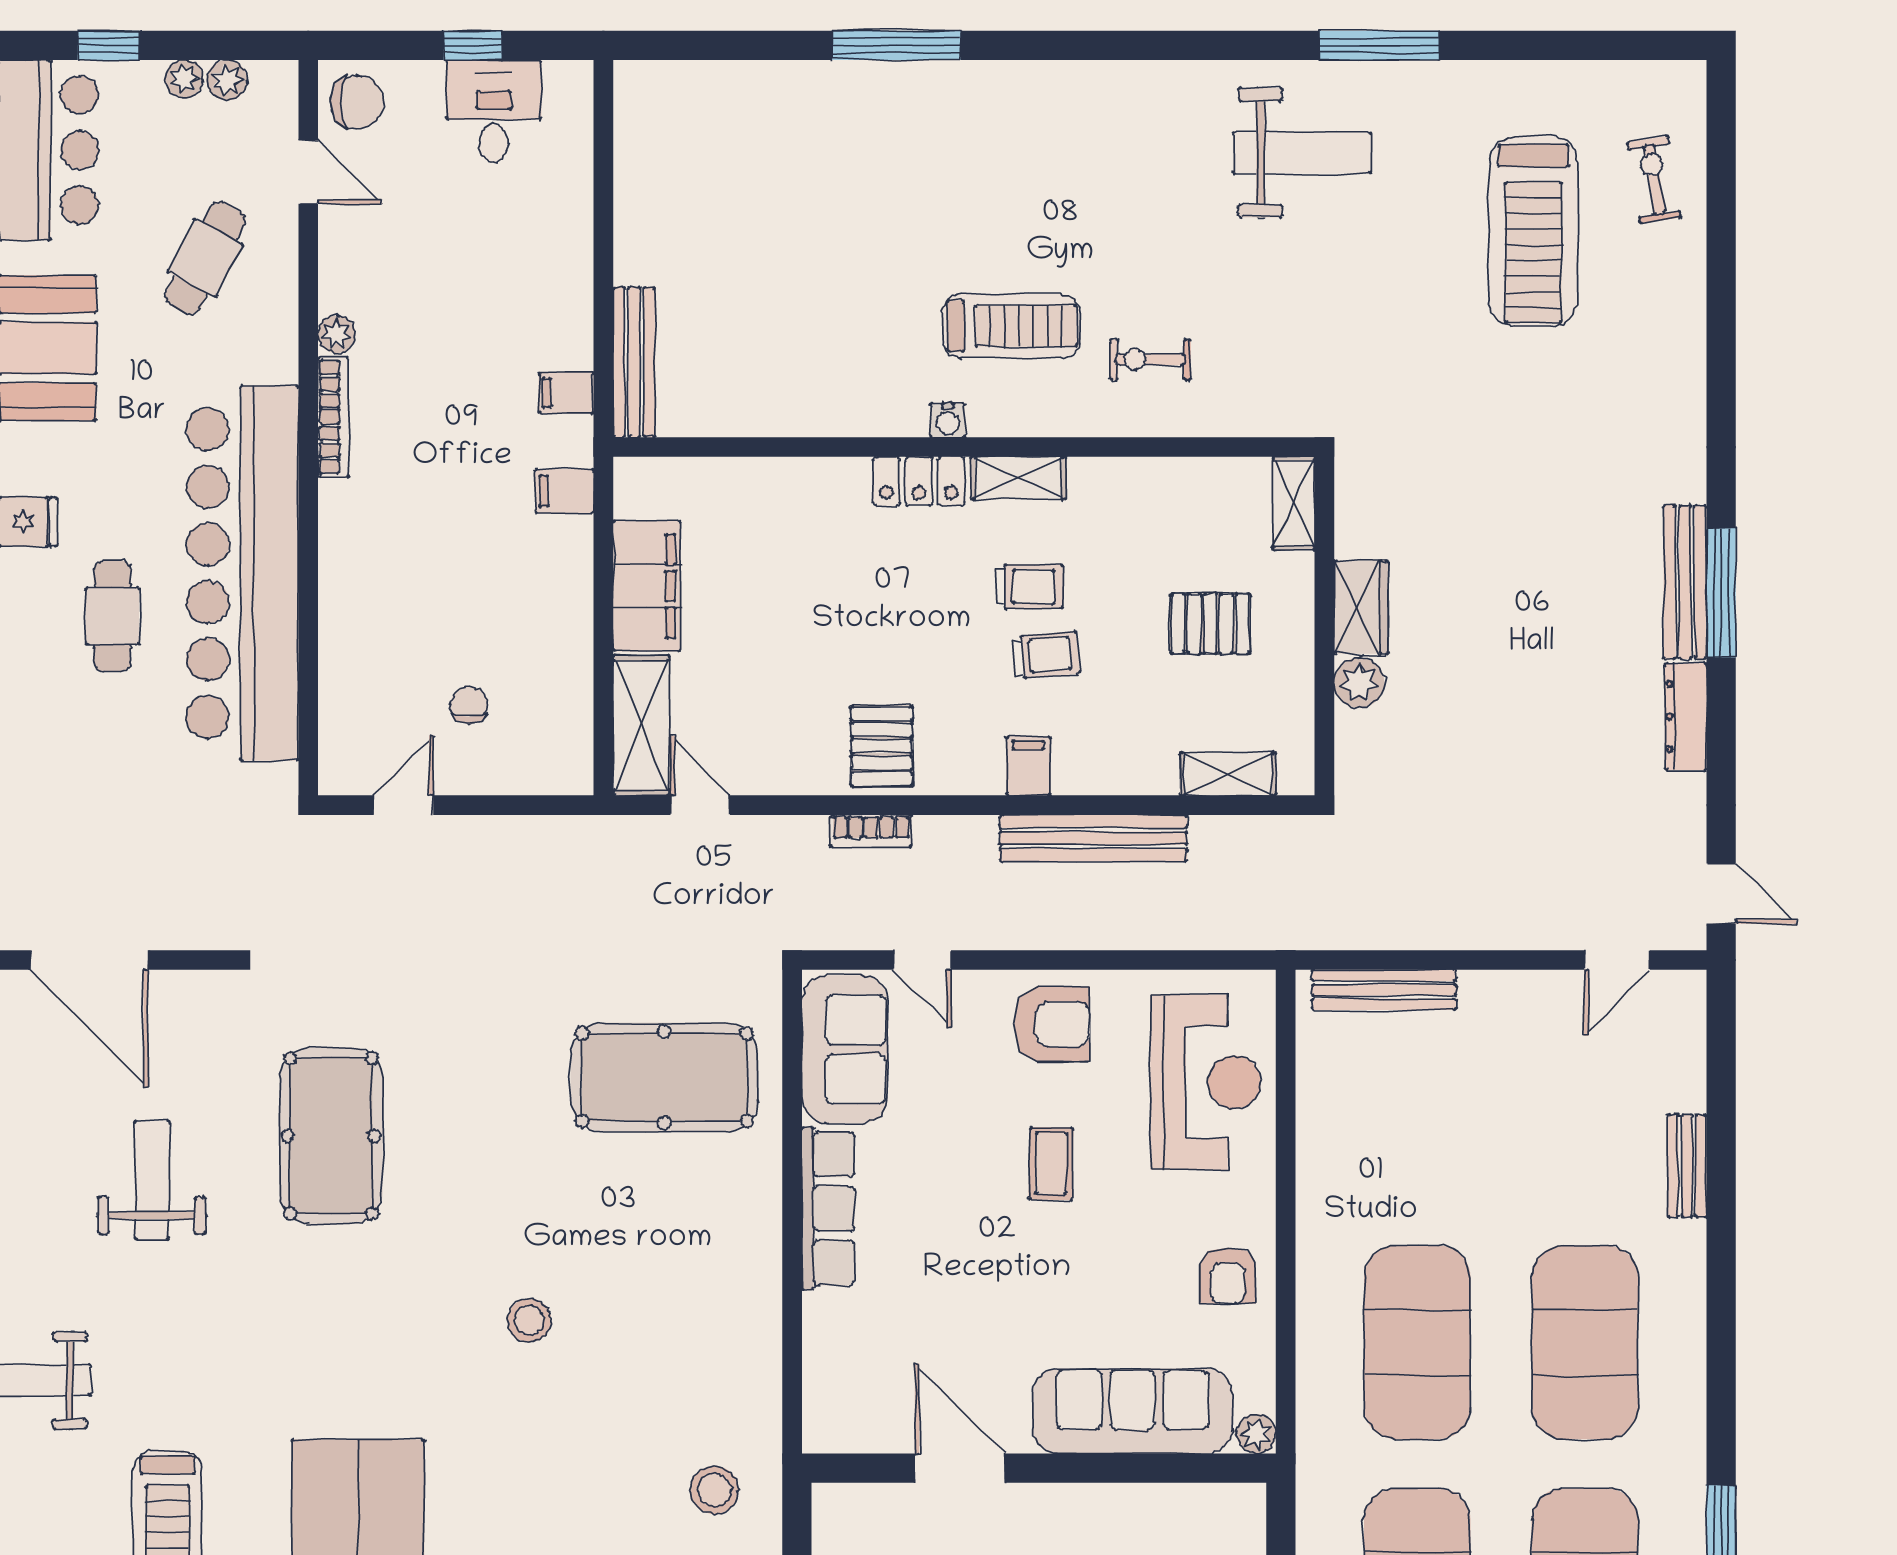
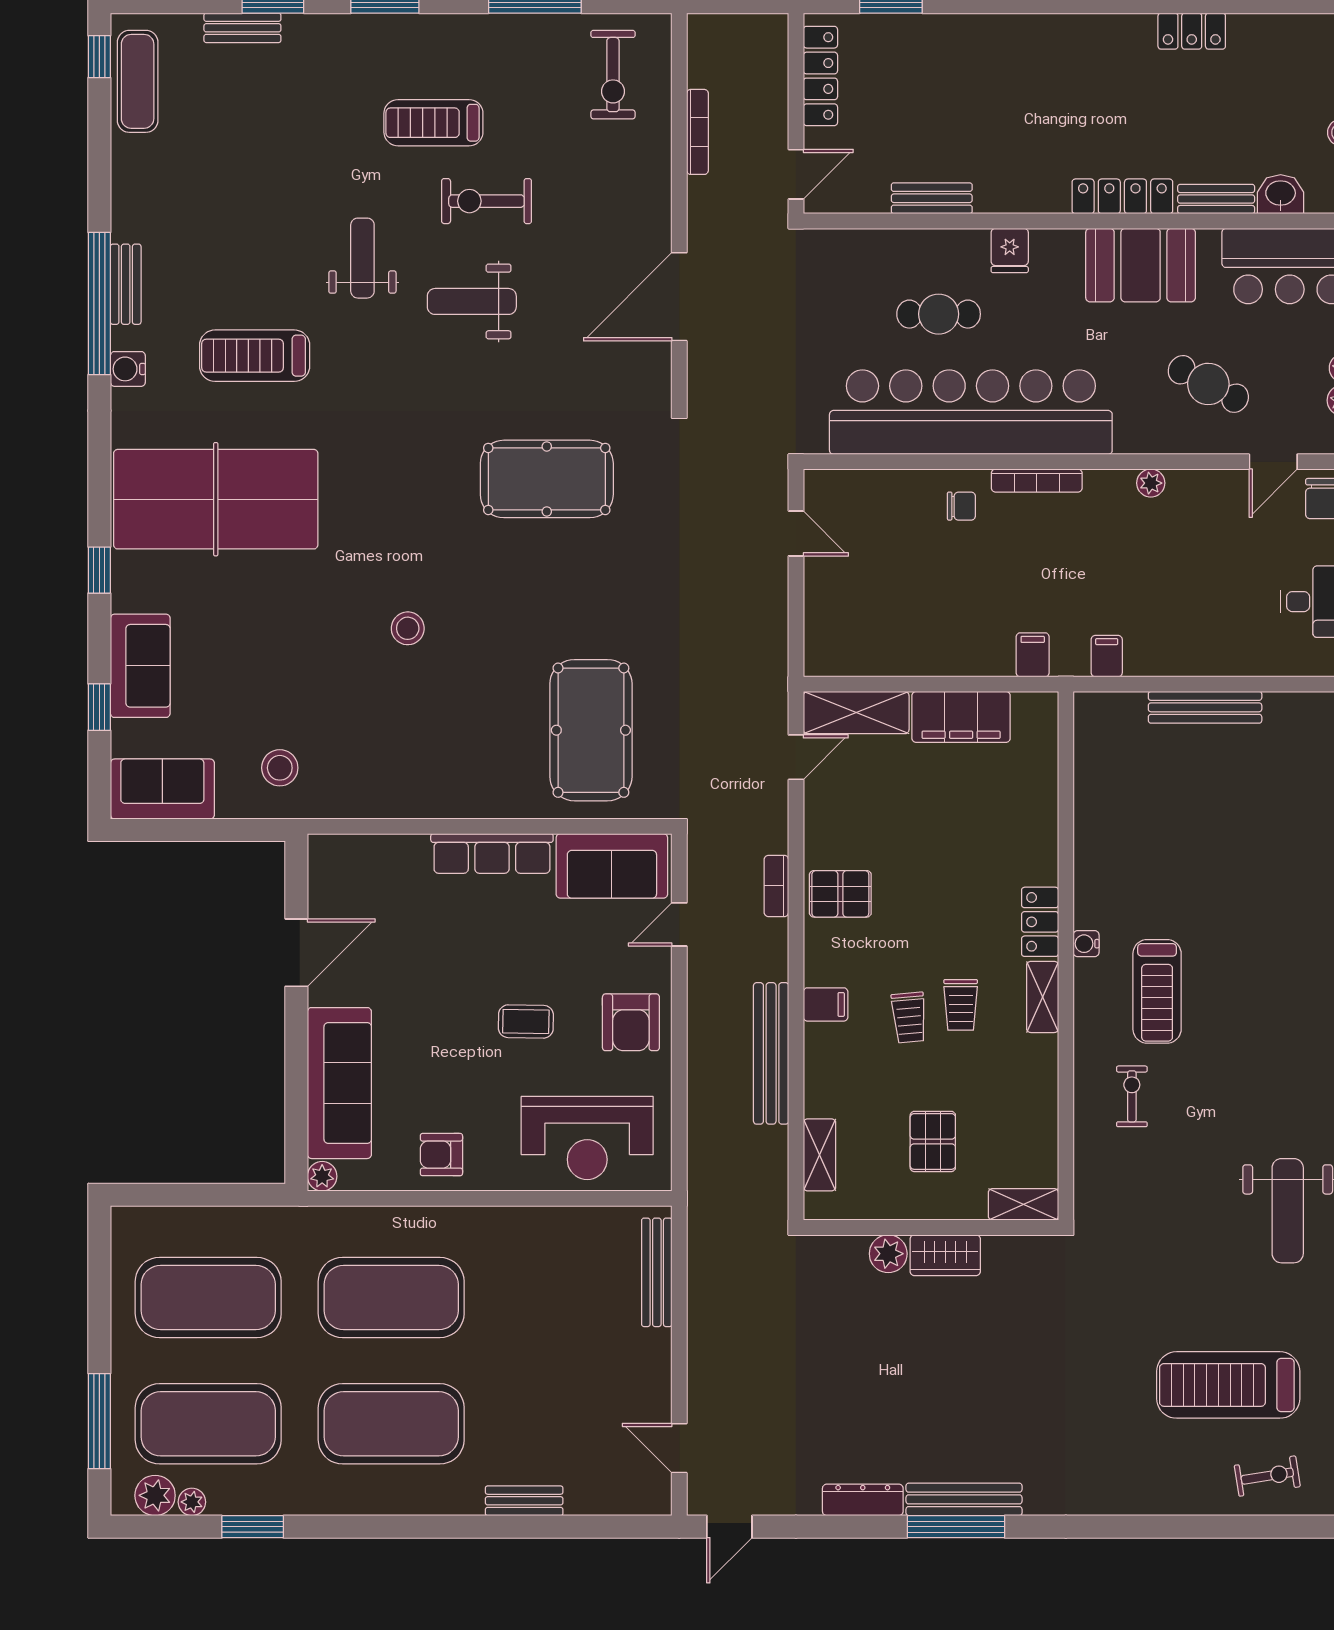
bench: (634, 362) -> (1205, 707), moved
bookcase: (333, 417) -> (1037, 481), moved
chair: (469, 705) -> (961, 506), moved
weight bench: (152, 1180) -> (472, 301), moved, turned 180

